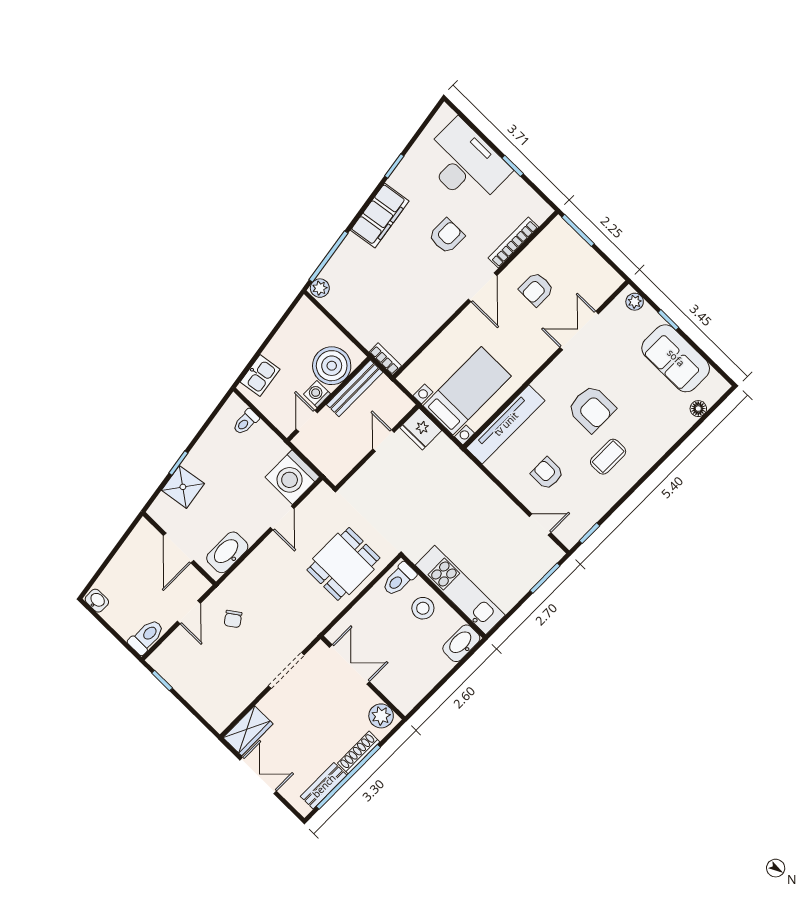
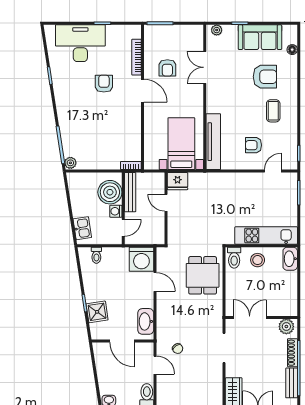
filing cabinet: (380, 216) -> (65, 104), removed
armchair: (591, 409) -> (265, 77), moved
door: (307, 421) -> (123, 228), swing flipped

